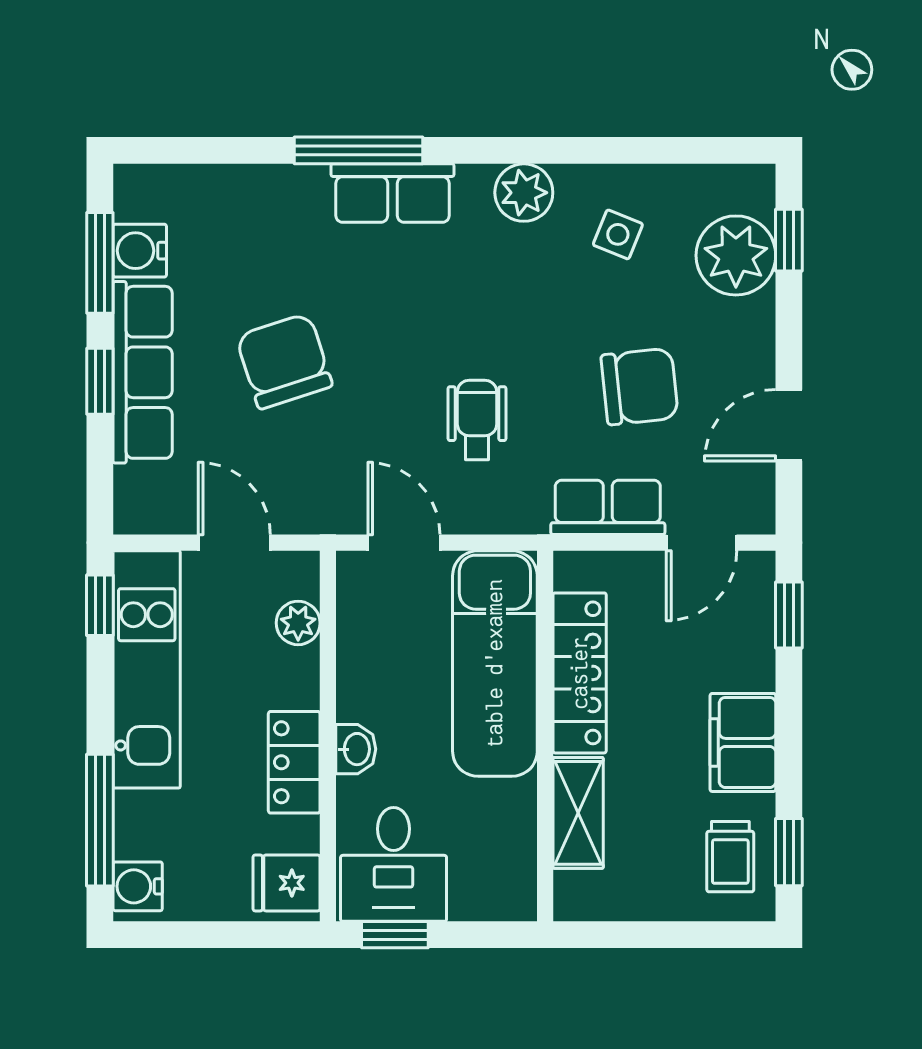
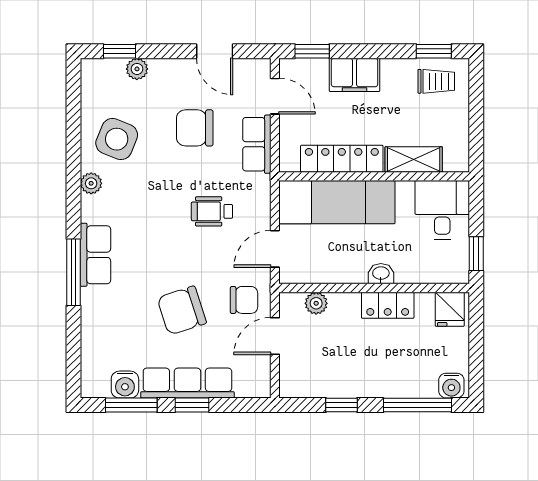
plant: (524, 193) -> (91, 183), width x0.73, depth x0.73
side table: (618, 234) -> (117, 139), width x1.87, depth x1.87
plant: (736, 255) -> (137, 69), width x0.53, depth x0.53
chair: (640, 386) -> (195, 128), turned -84
chair: (304, 482) -> (244, 300), added
window: (100, 605) -> (341, 405), moved
kitchen unit: (147, 669) -> (340, 381), removed
filing cabinet: (743, 742) -> (354, 75), moved
desk: (394, 864) -> (442, 210), moved, turned -90

